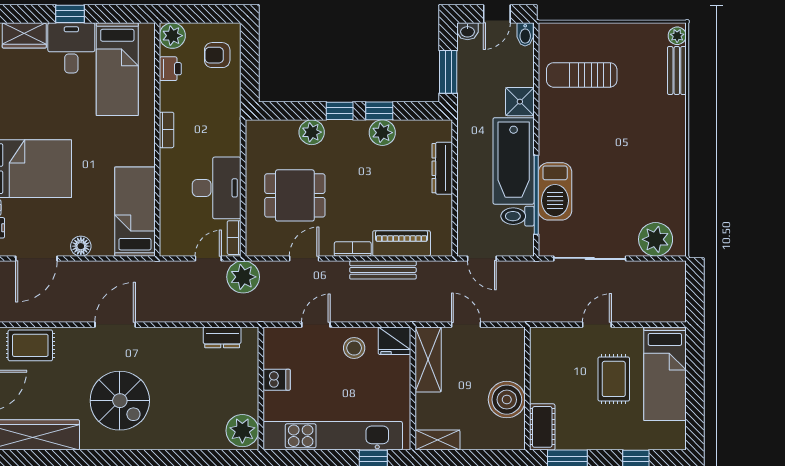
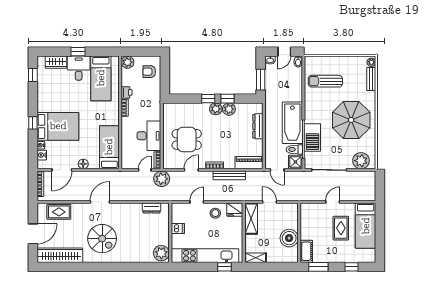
printer: (170, 69) -> (127, 92), moved
shower: (520, 102) -> (295, 162), moved
plant: (312, 132) -> (216, 109), moved
parasol: (635, 155) -> (351, 120), added
piano: (402, 243) -> (249, 163), moved

